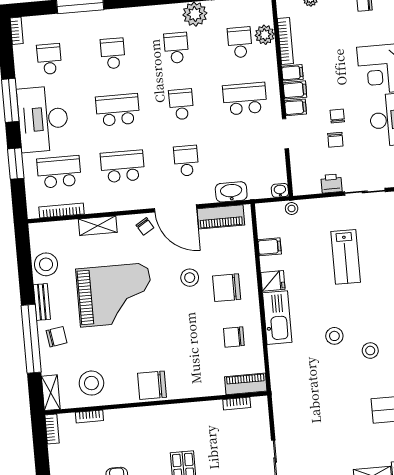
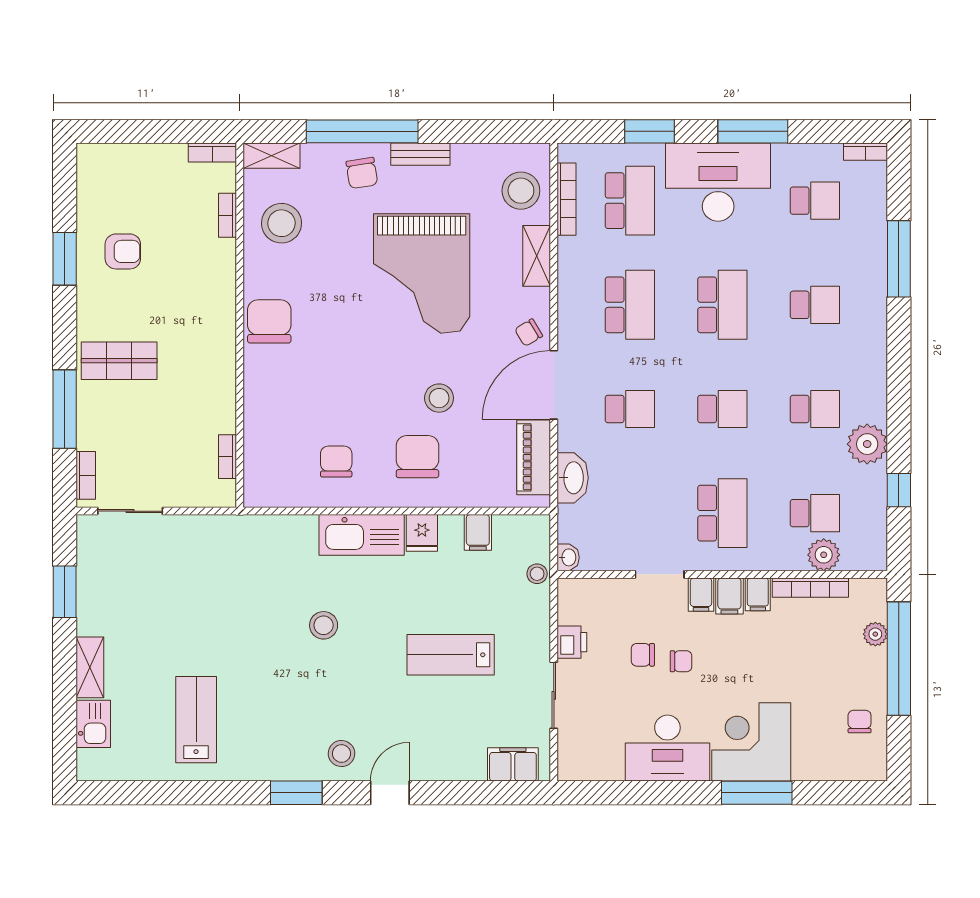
stool: (46, 264) -> (521, 191), moved
stool: (370, 351) -> (295, 682), removed
piano: (246, 384) -> (258, 474), removed

